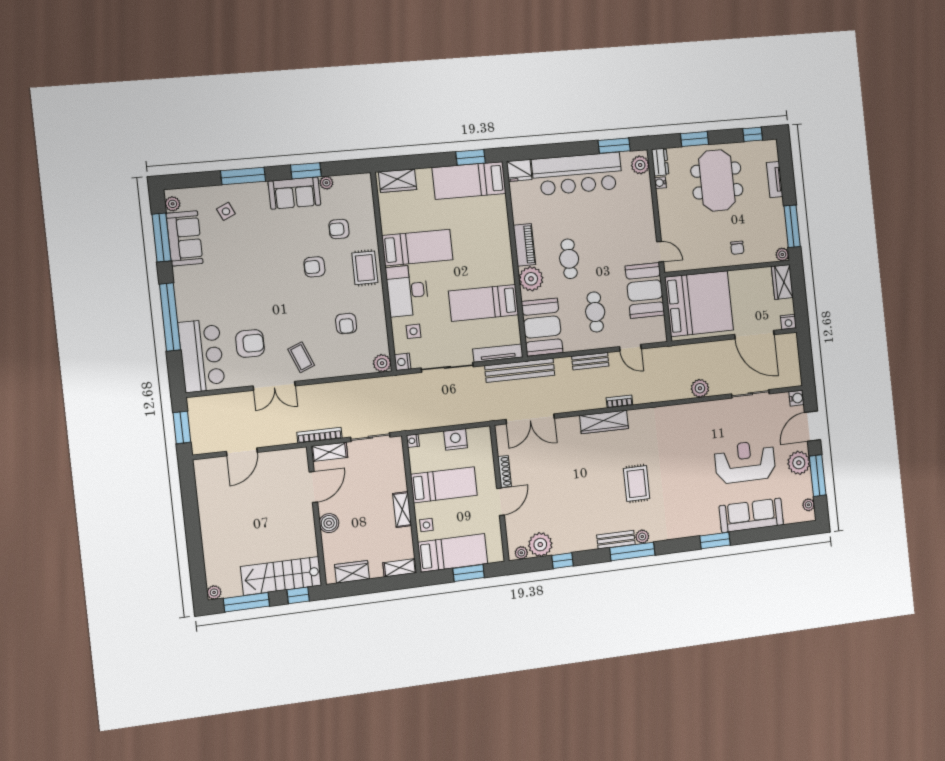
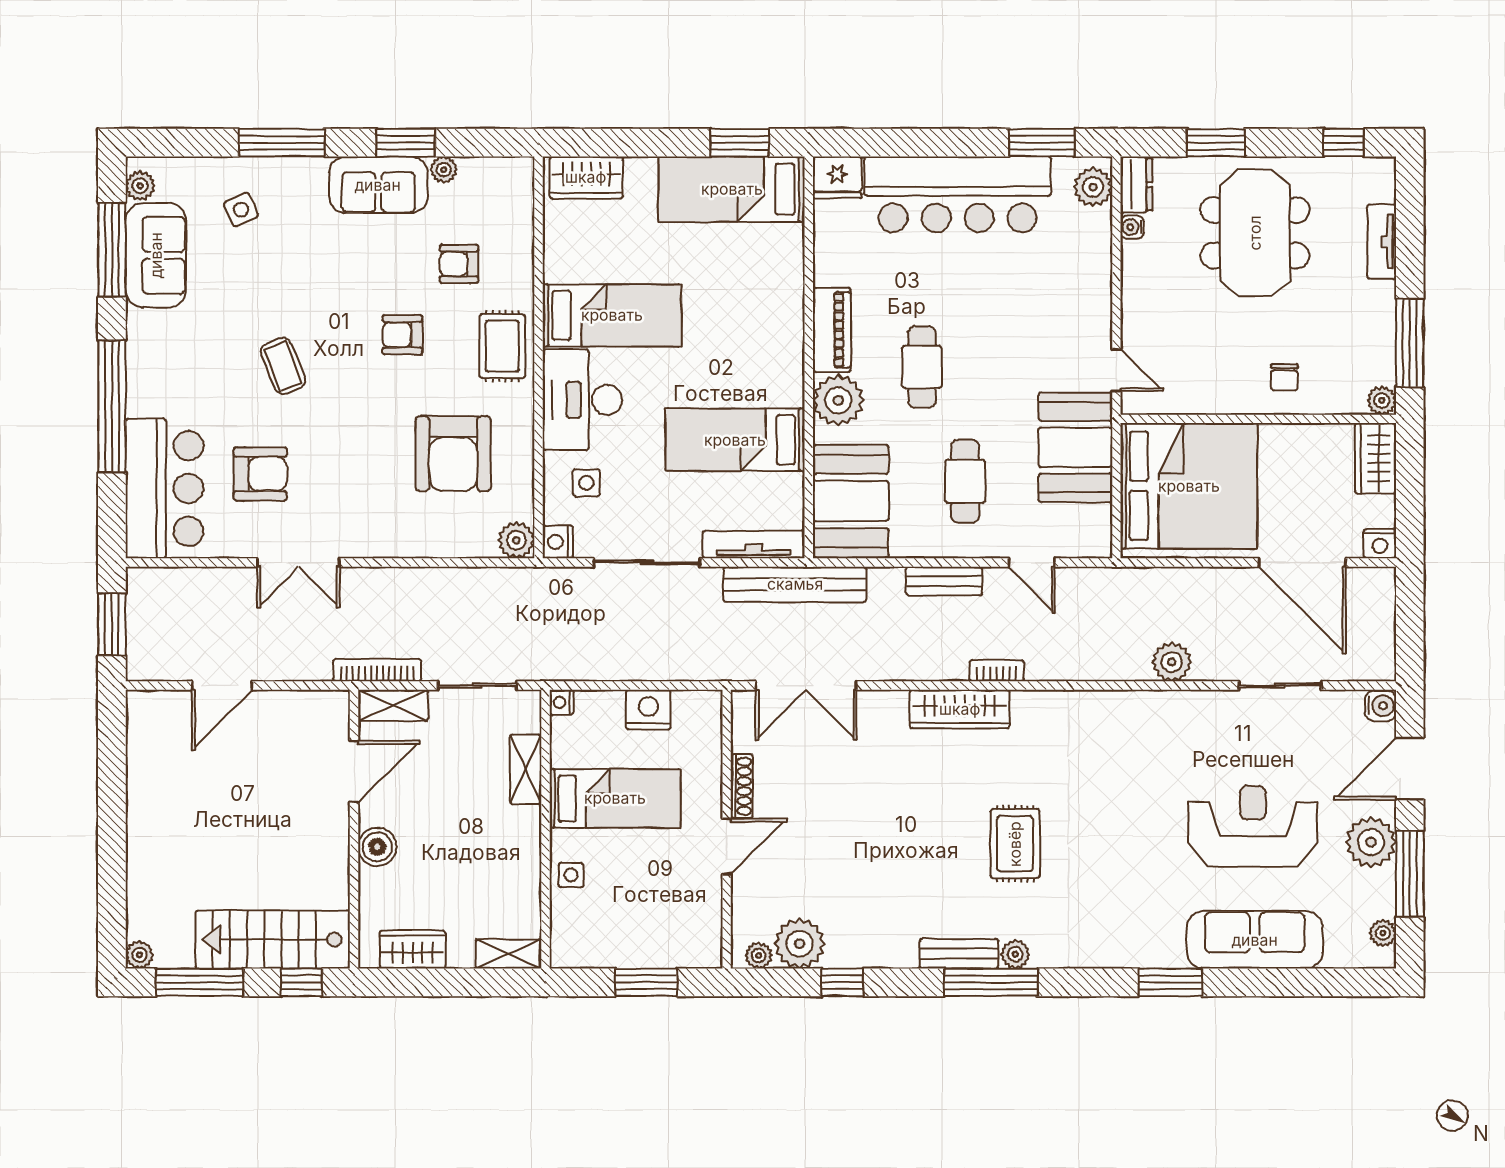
armchair: (346, 324) -> (453, 454), width x1.88, depth x1.88
coffee table: (301, 357) -> (283, 366), moved
shelving: (402, 510) -> (526, 769), moved
bed: (453, 553) -> (618, 938), removed

